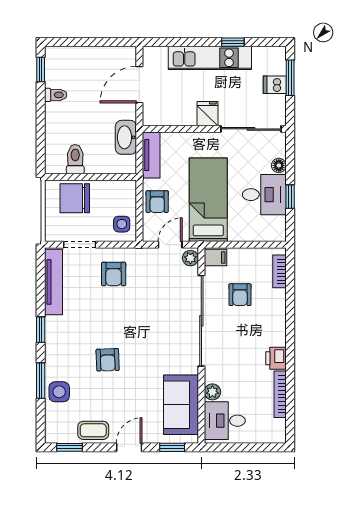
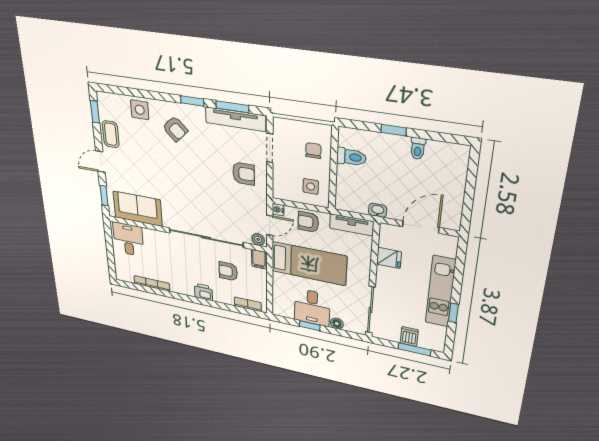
window: (41, 69) -> (394, 130), moved
door: (139, 85) -> (421, 227), hinge flipped
fridge: (208, 114) -> (389, 258), moved
washbasin: (126, 137) -> (378, 210), width x0.52, depth x0.69
chair: (75, 198) -> (313, 151), width x0.54, depth x0.54
side table: (122, 224) -> (311, 186), moved
nightstand: (149, 235) -> (278, 210), added
door: (170, 245) -> (270, 225), hinge flipped
armchair: (114, 274) -> (244, 174), turned 180
printer: (276, 358) -> (203, 292), moved
armchair: (108, 360) -> (175, 129), moved, turned -134
window: (41, 381) -> (232, 107), moved
plant: (212, 392) -> (150, 235), removed
door: (129, 447) -> (100, 162), swing flipped

